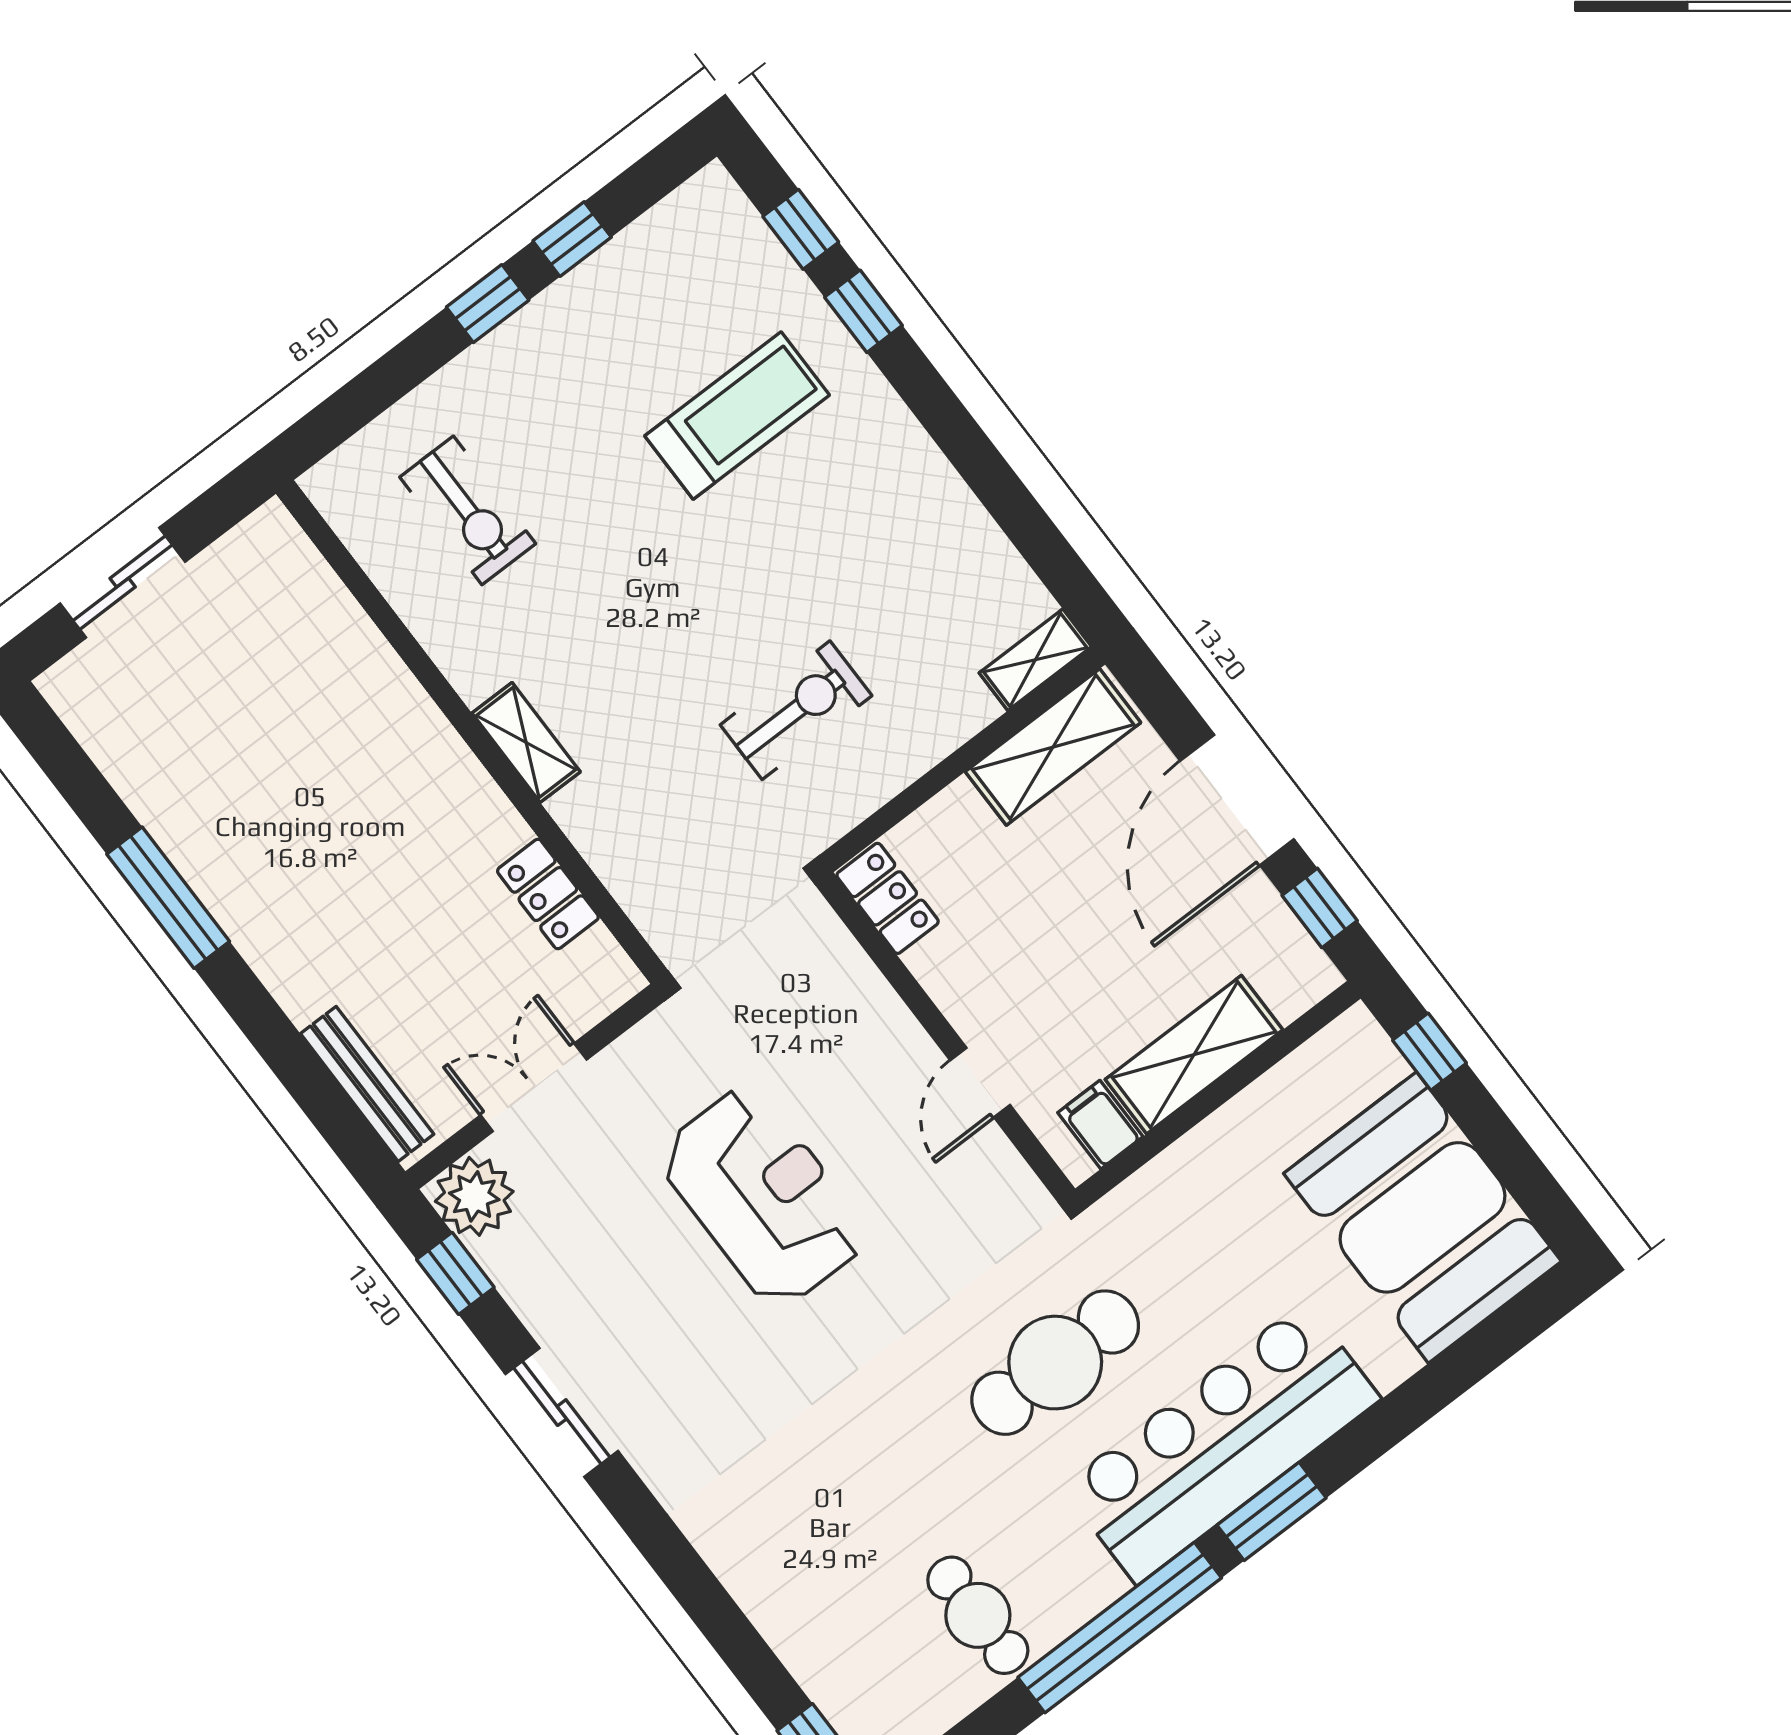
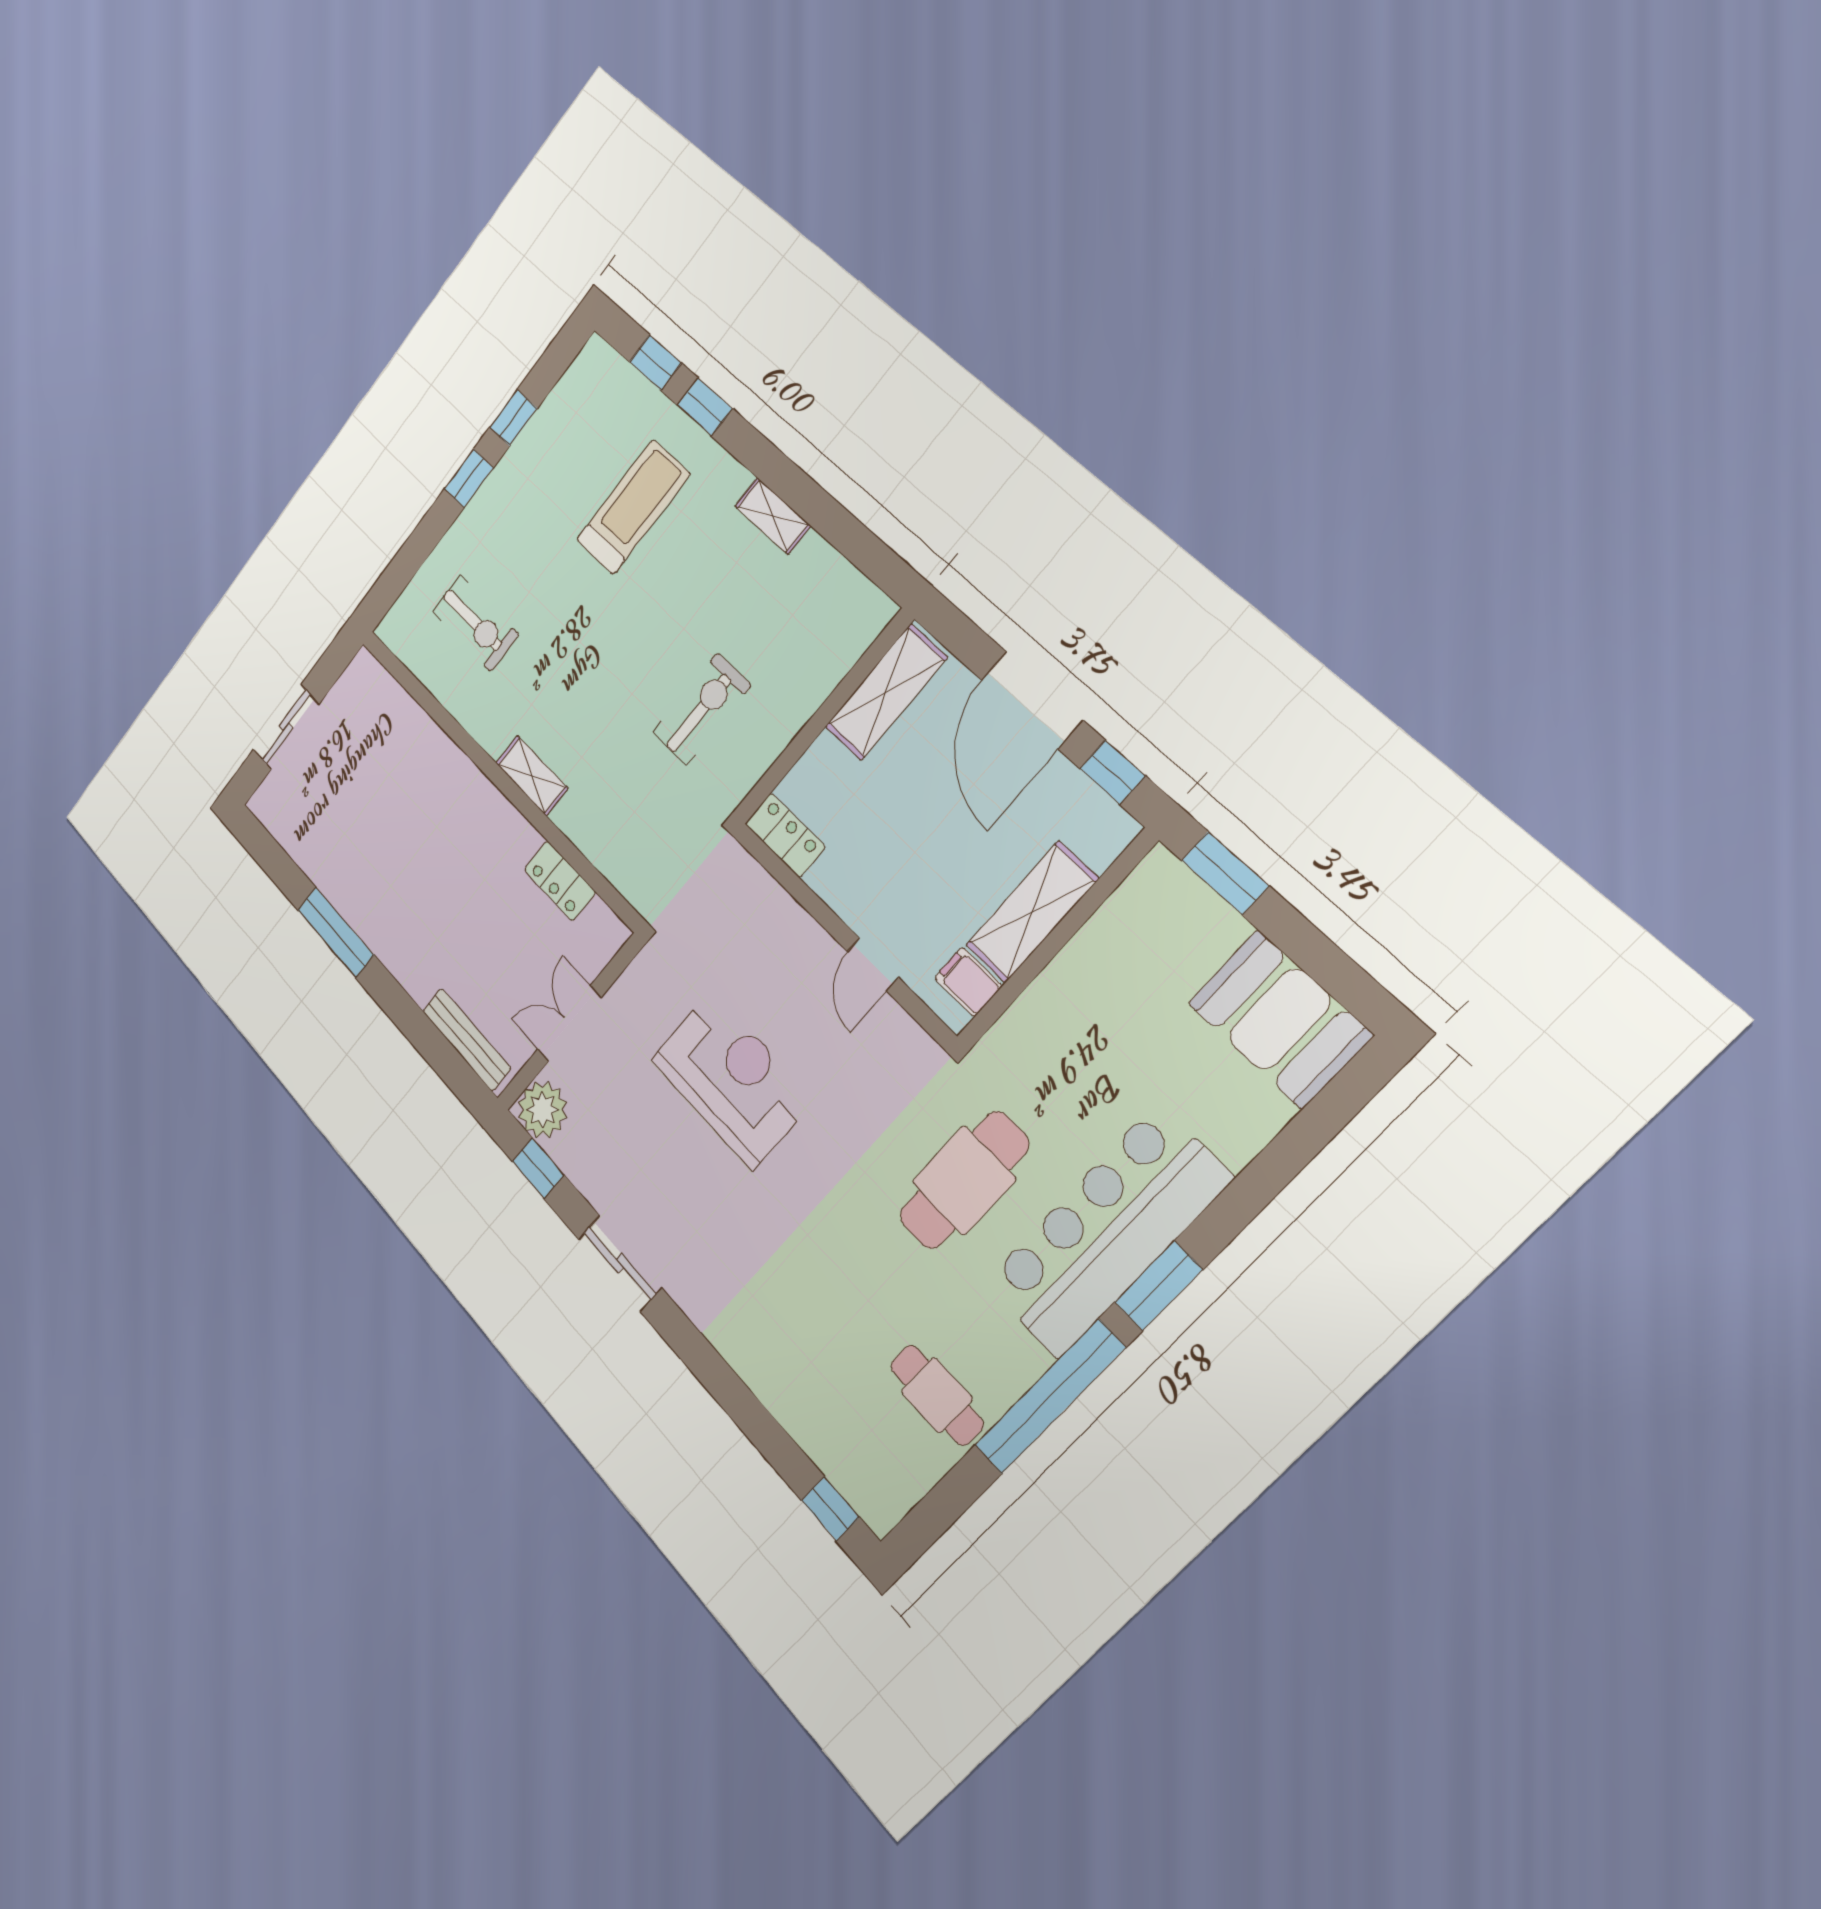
shelving: (1035, 660) -> (773, 516), moved, turned 90
window: (1429, 1052) -> (1225, 873), width x1.50
booth: (1422, 1217) -> (1280, 1019), width x0.73, depth x0.70

